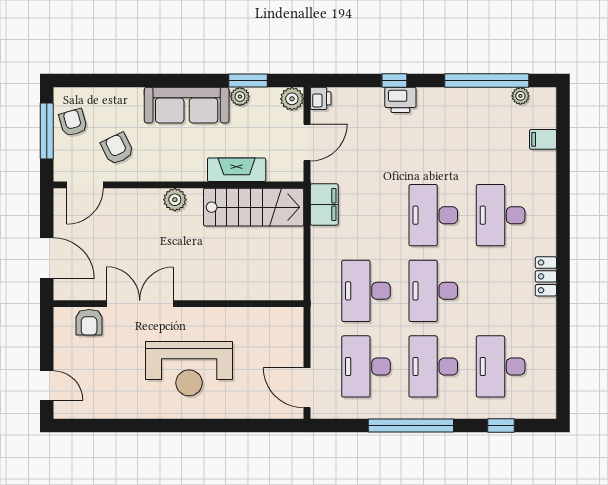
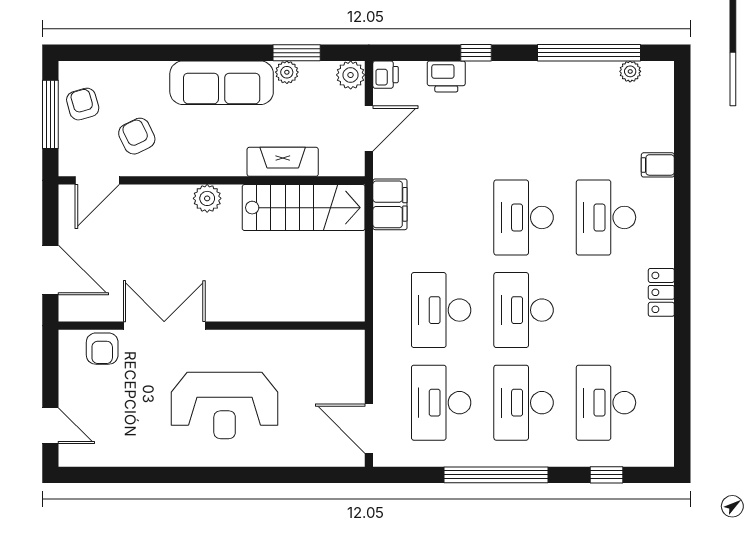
printer: (400, 100) -> (446, 76), moved
filing cabinet: (543, 139) -> (658, 165), moved

